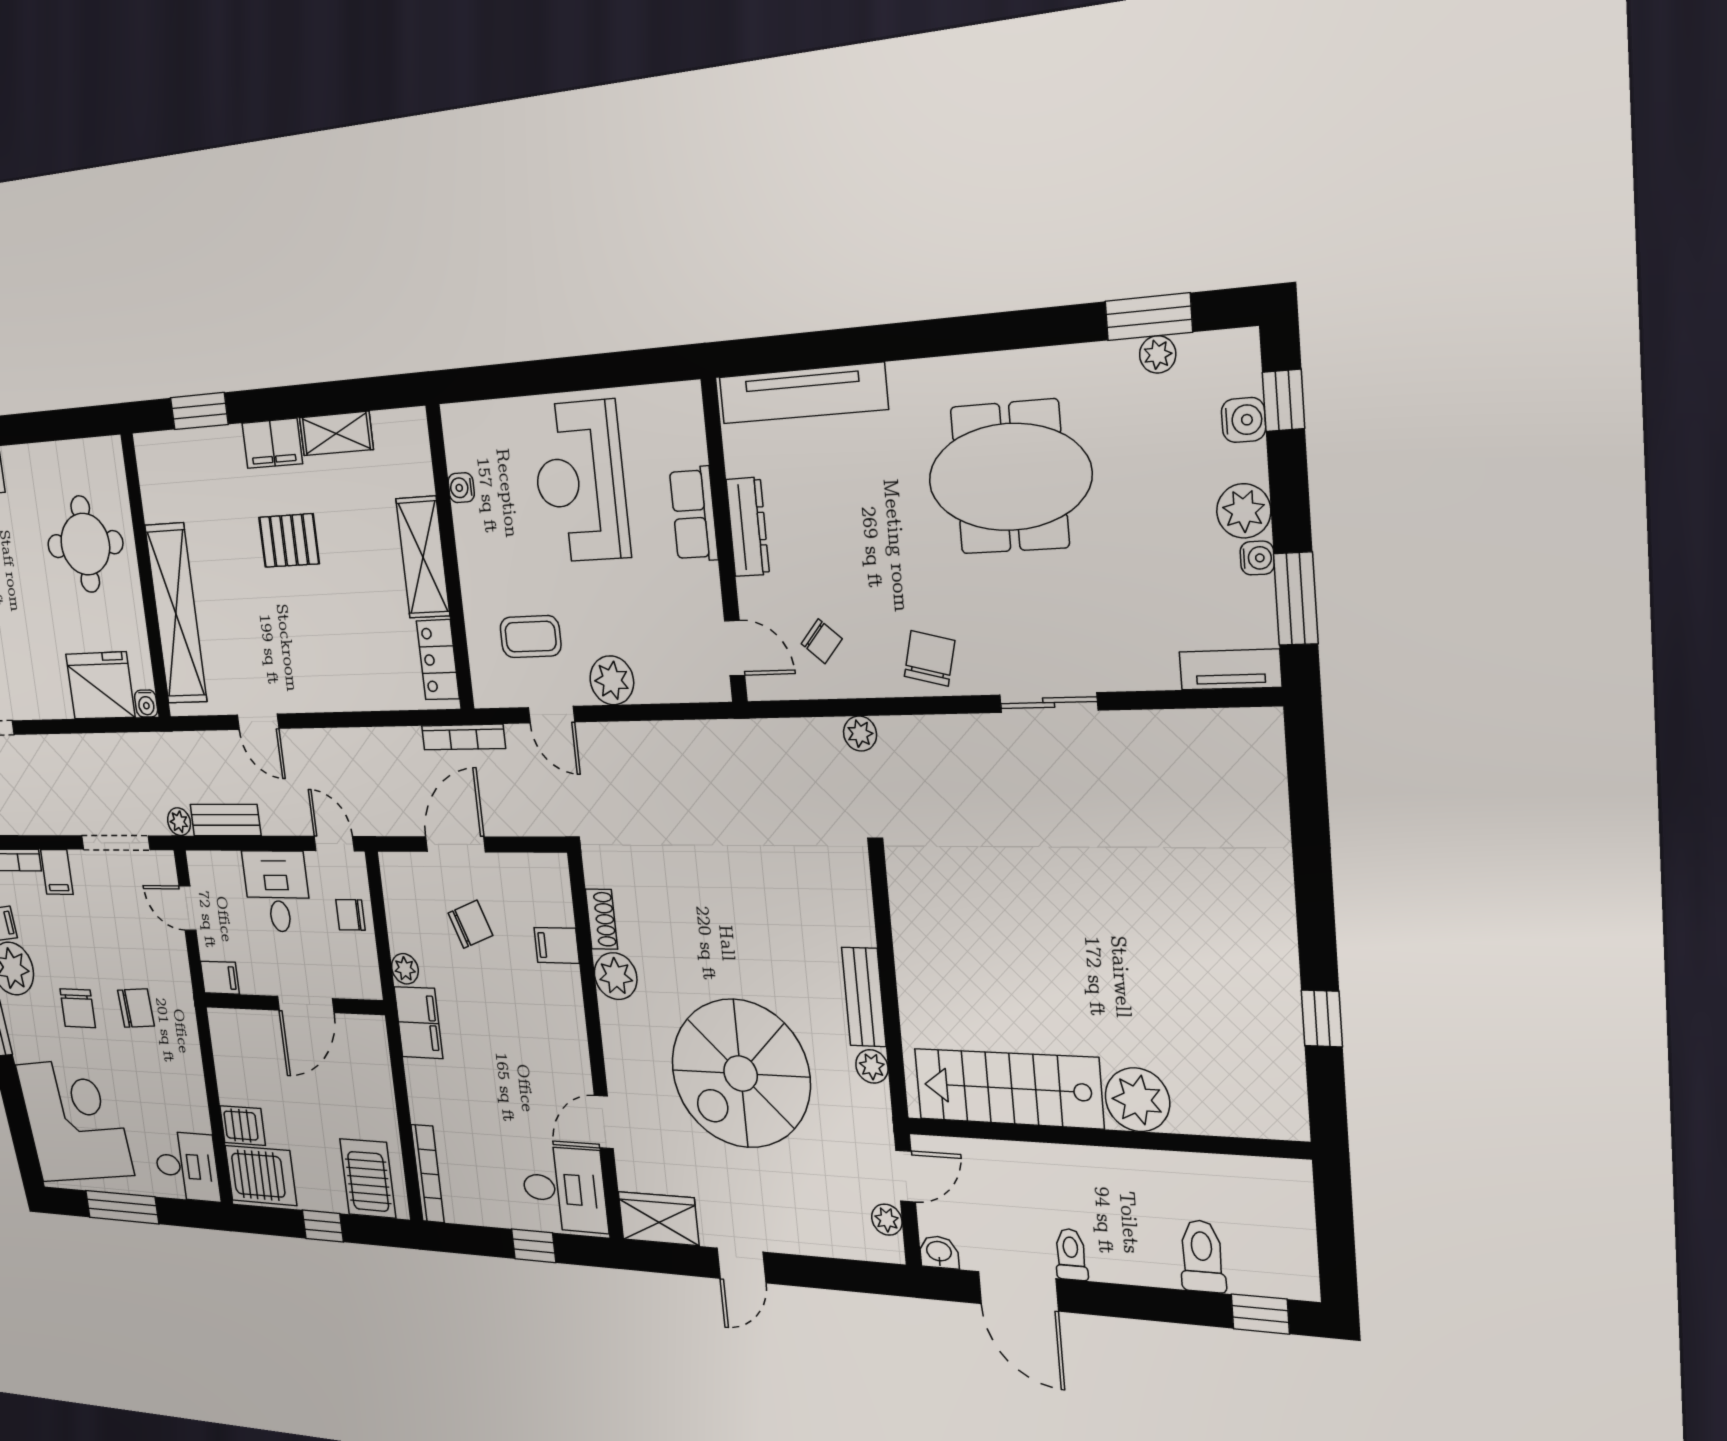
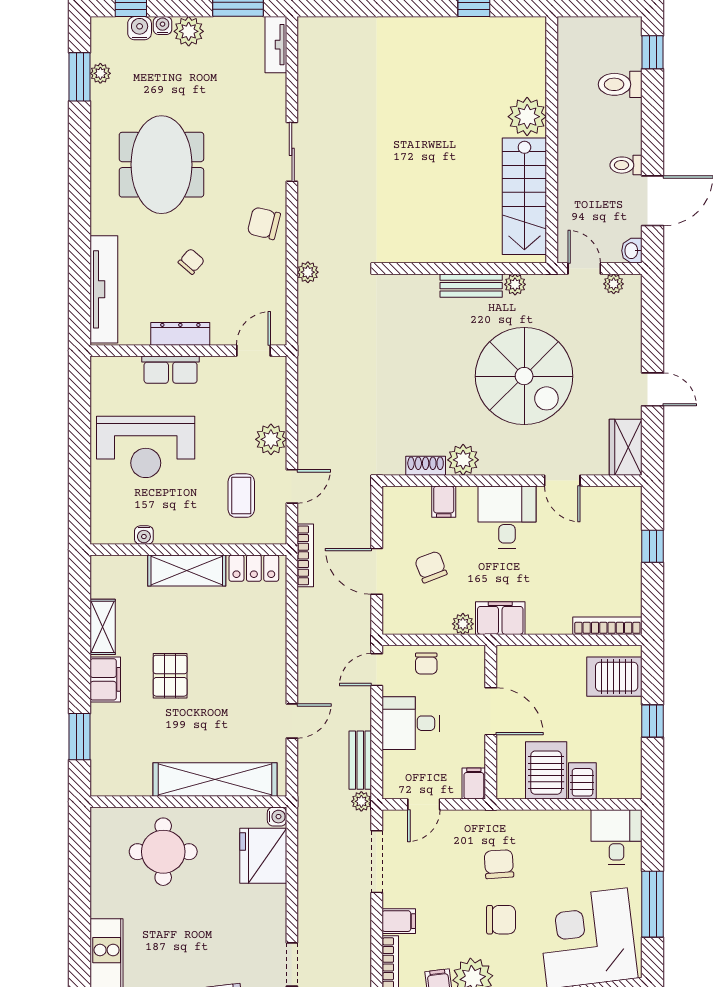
water cooler: (1257, 558) -> (163, 26), moved
chair: (822, 641) -> (191, 261), moved
server rack: (261, 1175) -> (546, 770), moved
desk: (564, 1189) -> (507, 517), moved

